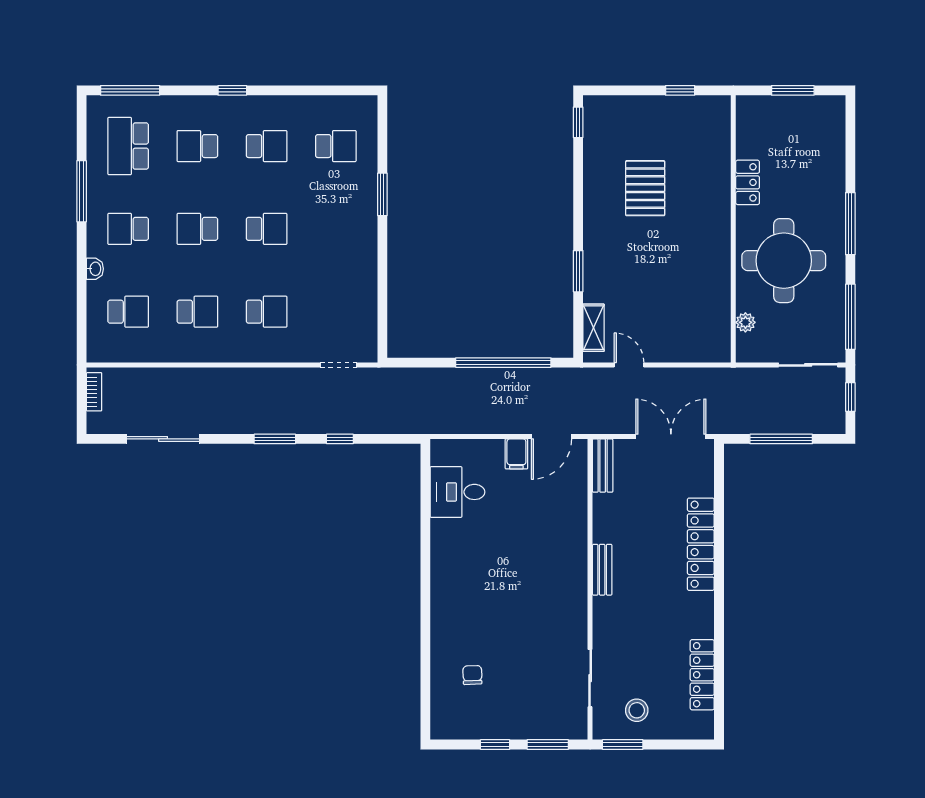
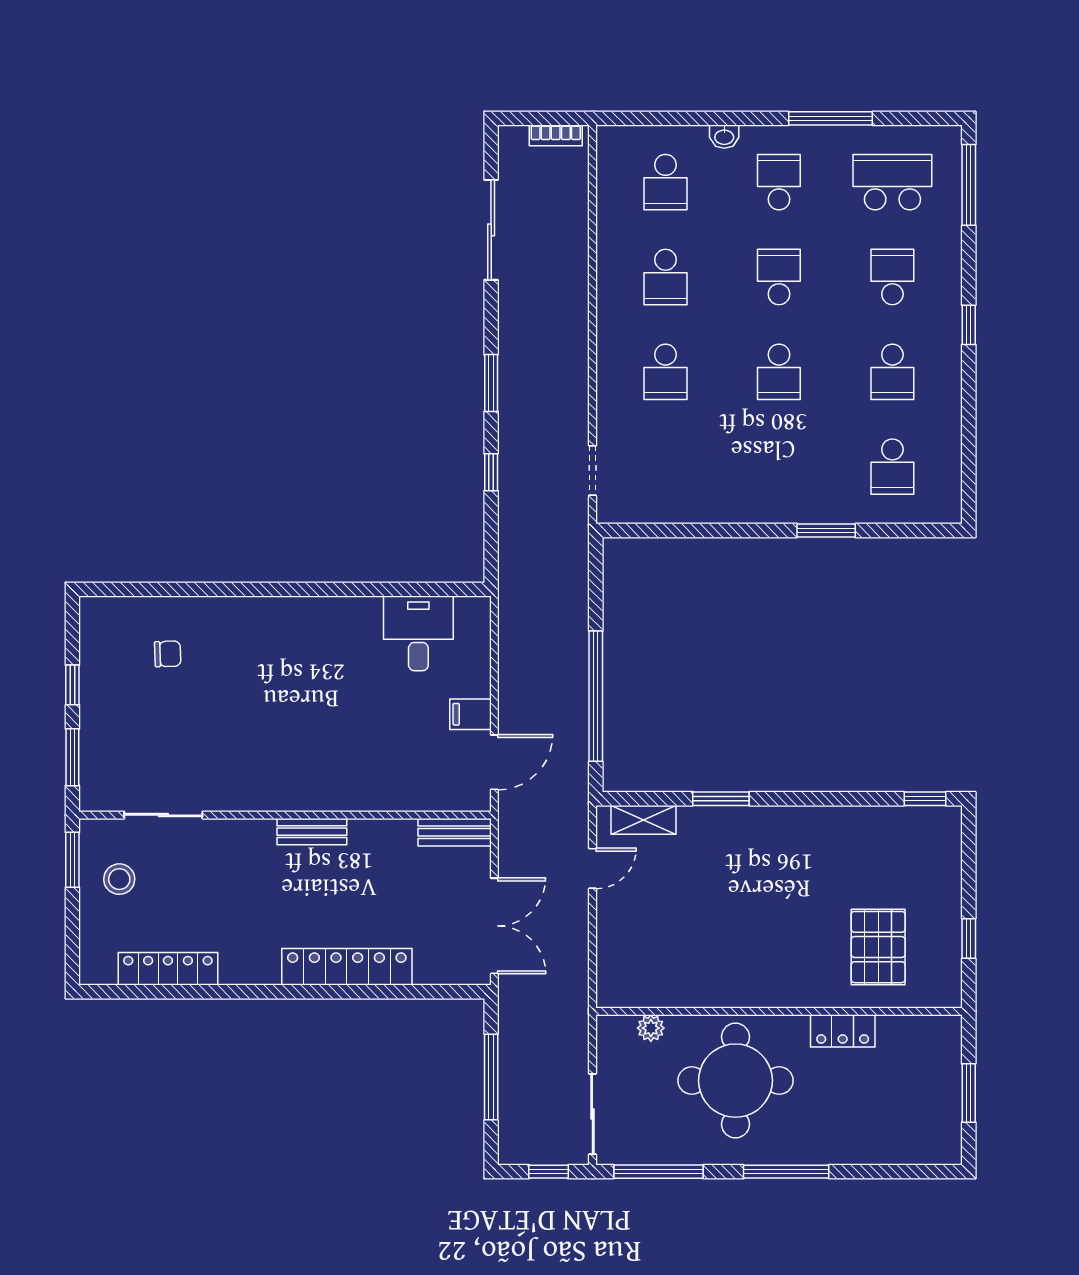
pallet: (645, 188) -> (878, 947), moved, turned 90
door: (551, 437) -> (494, 762), swing flipped

